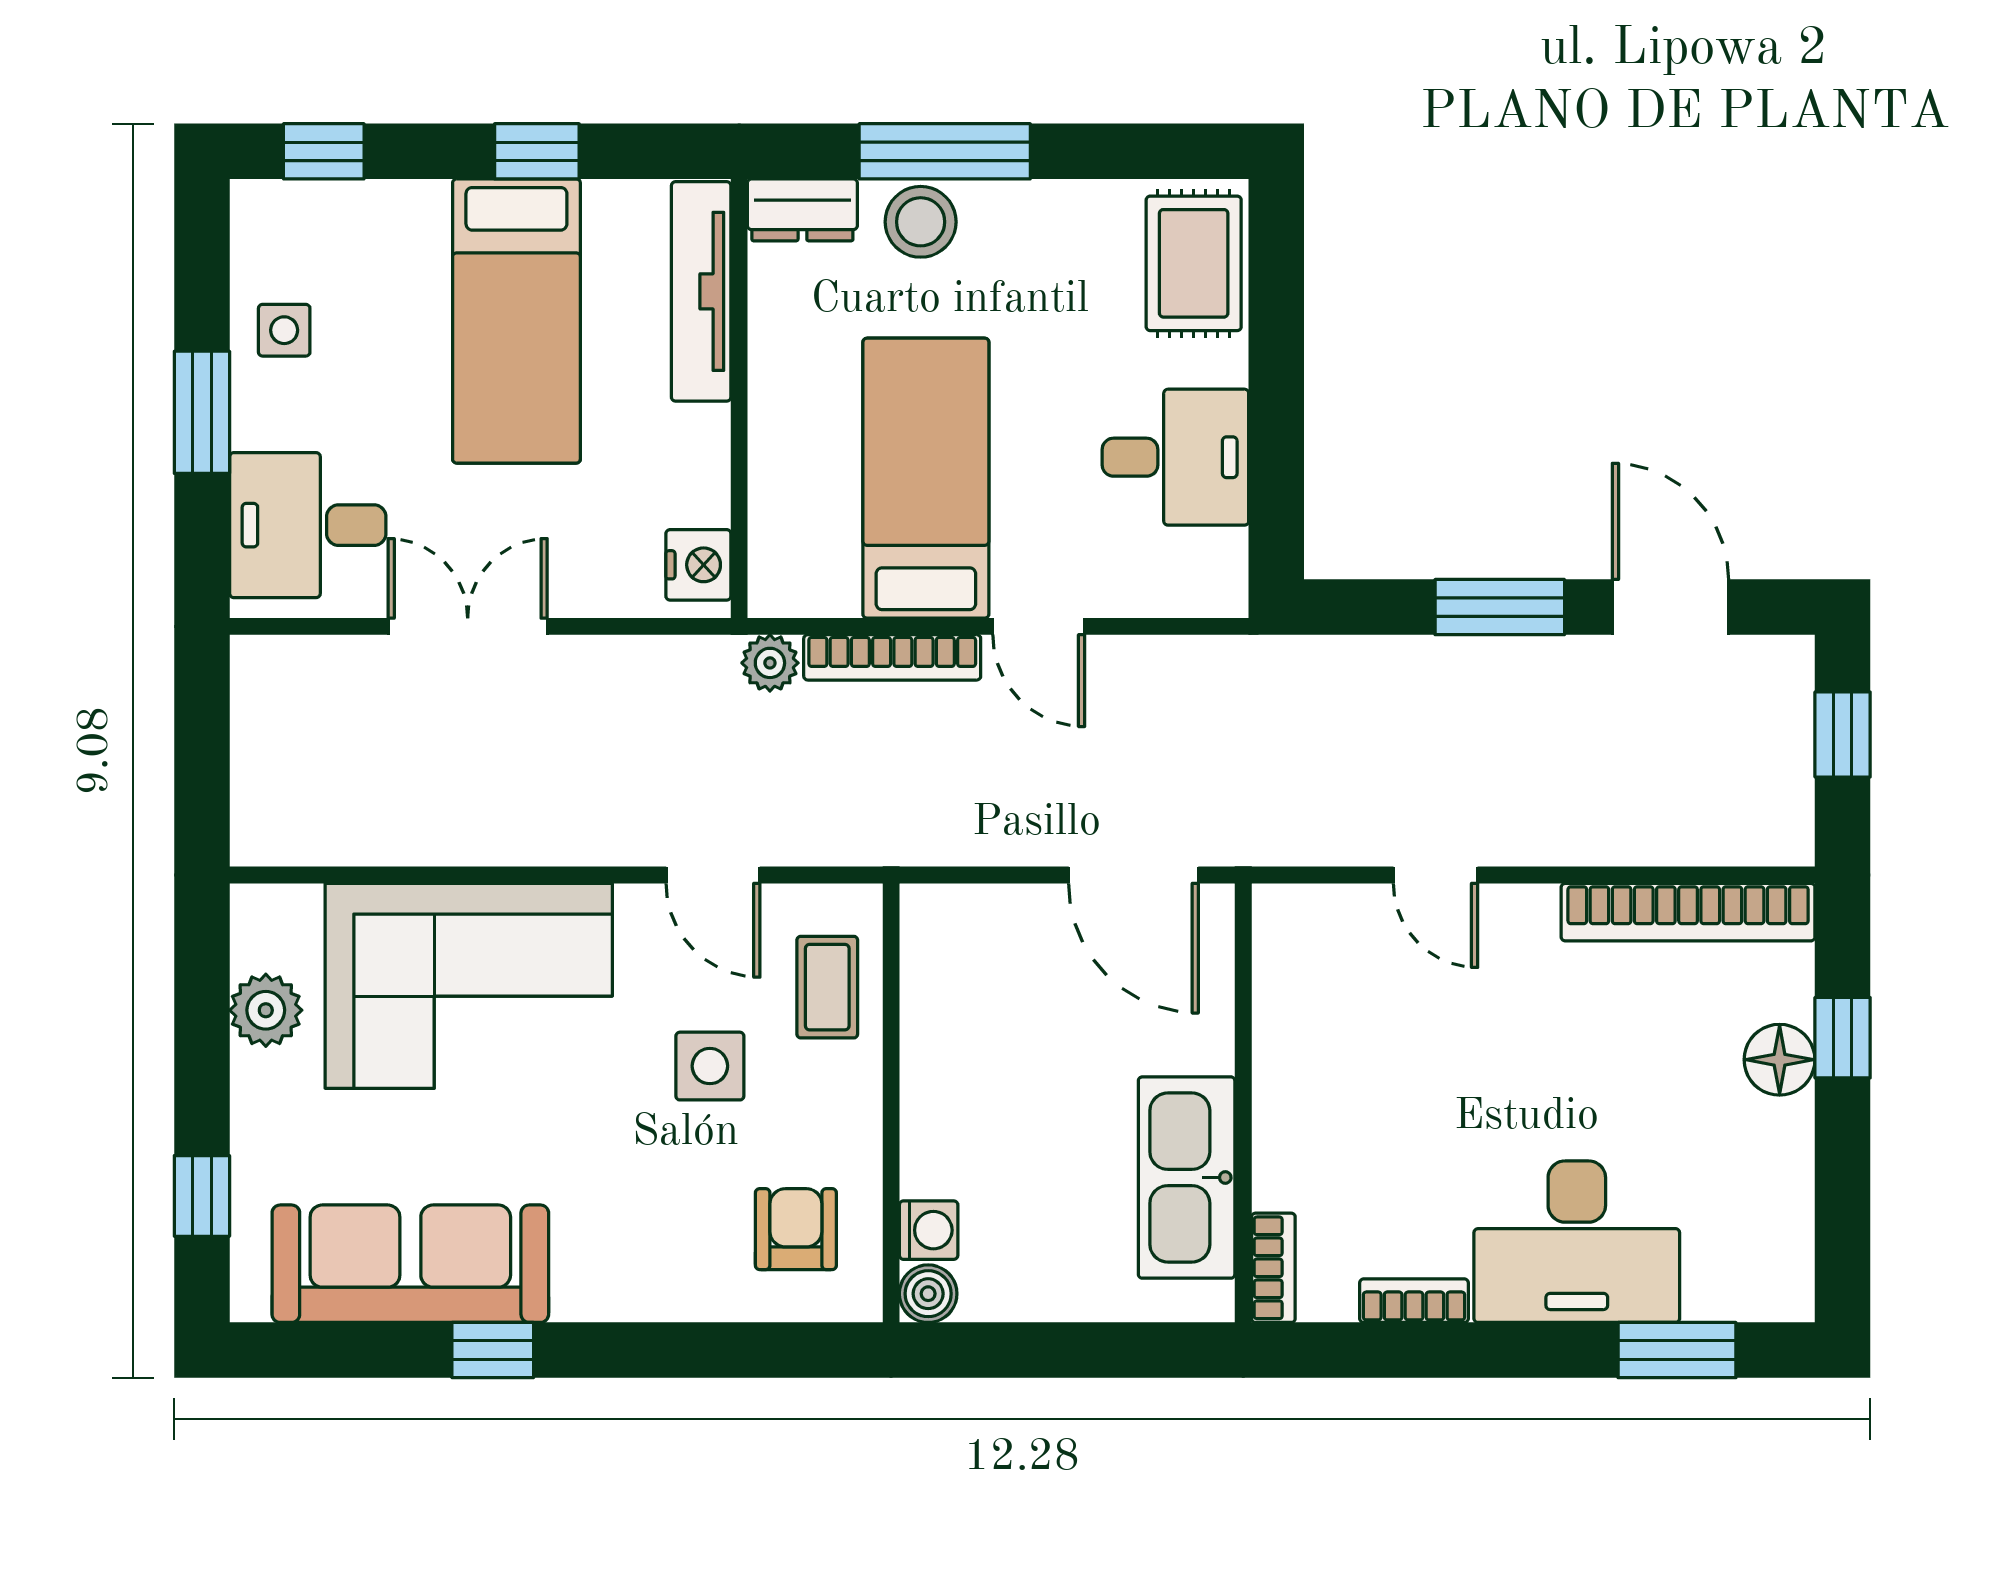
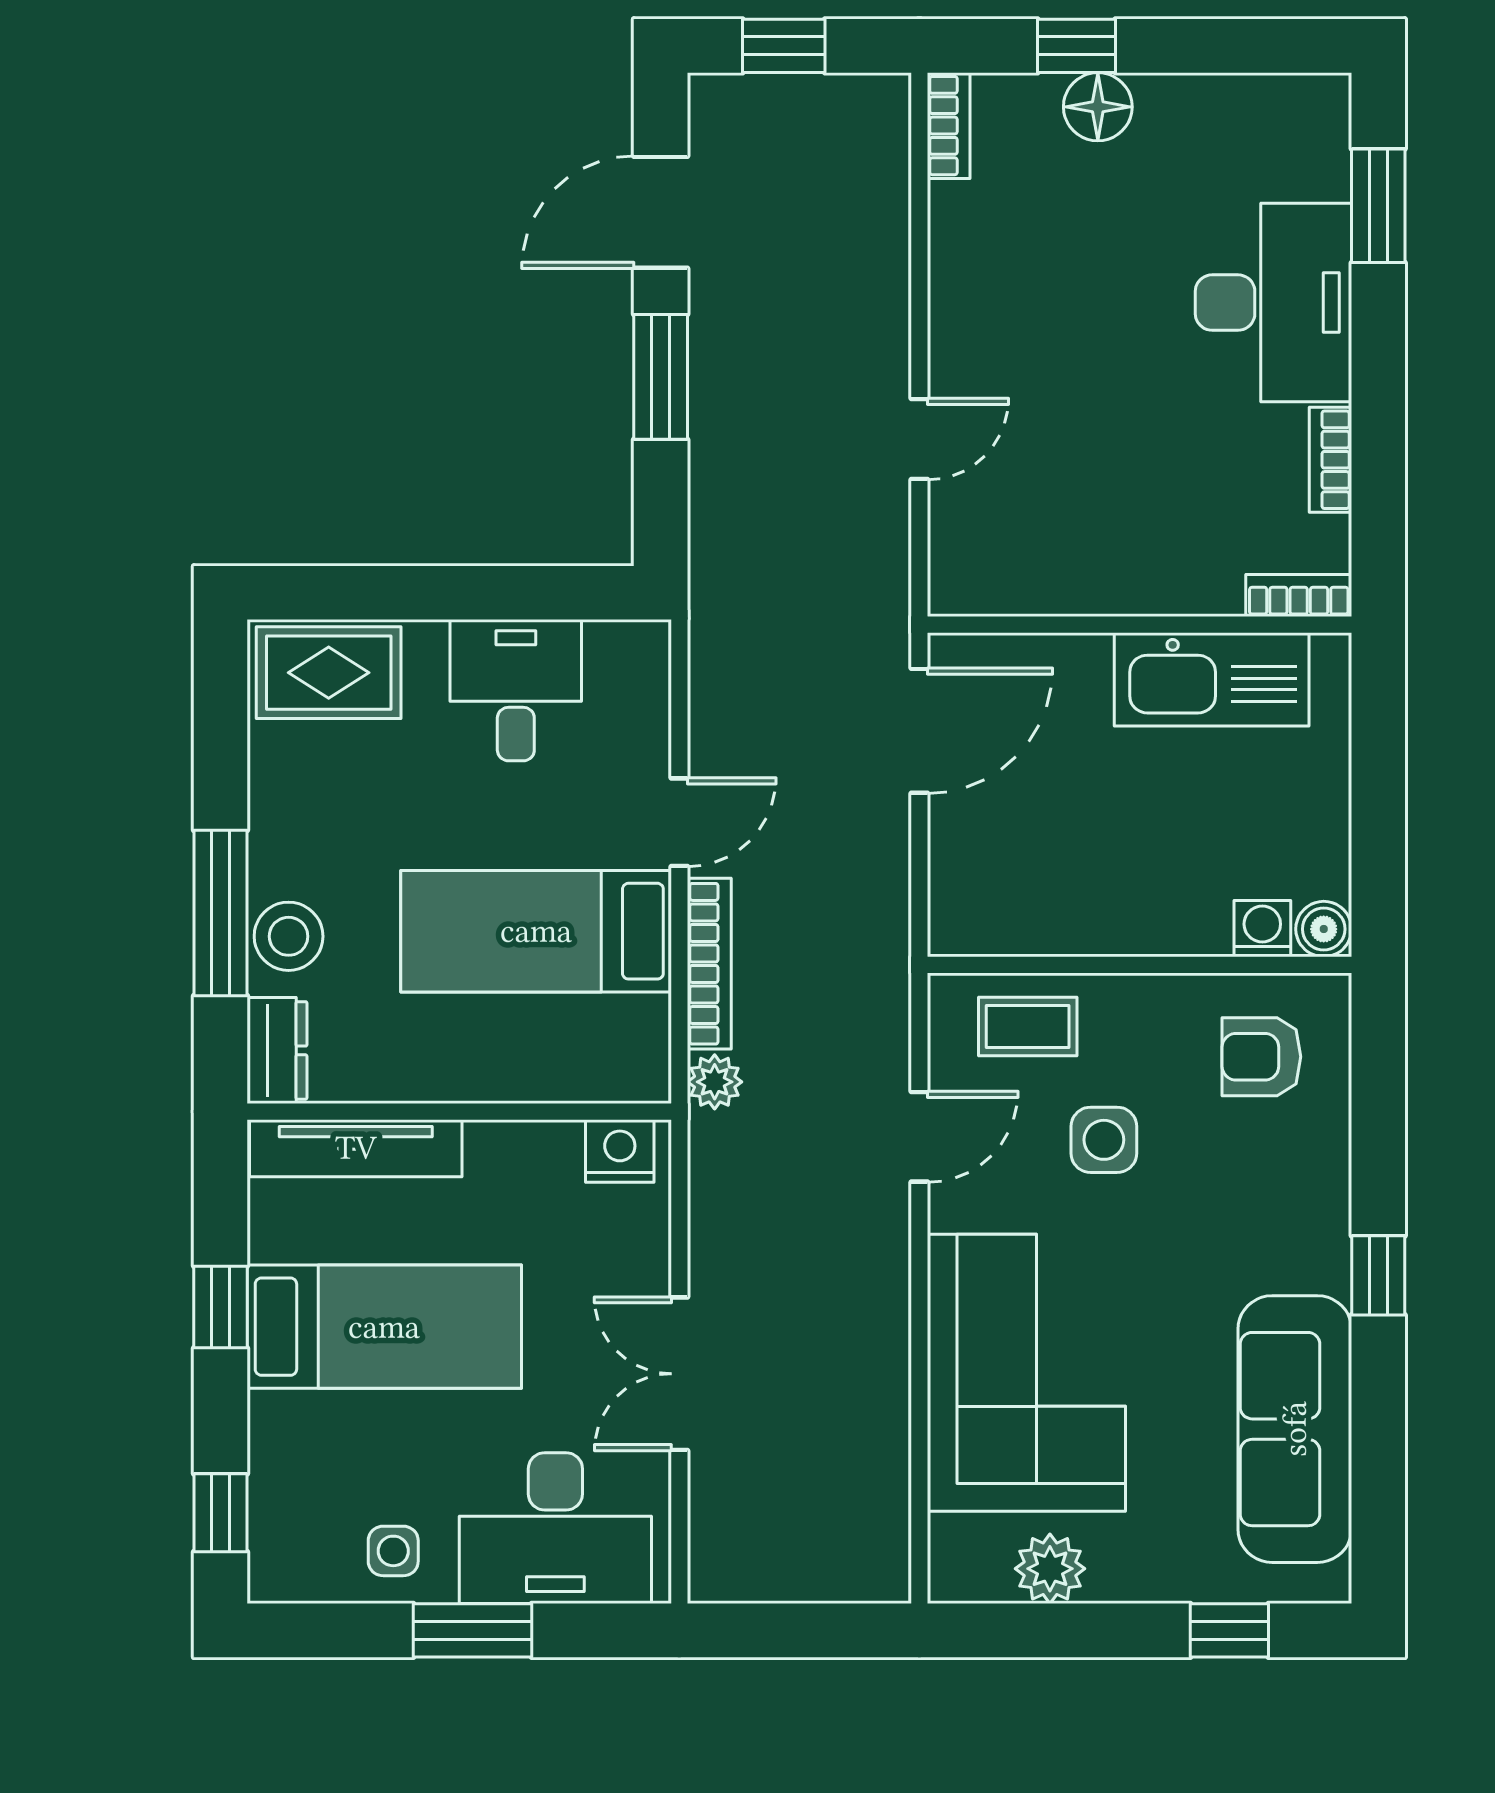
desk: (308, 525) -> (555, 1528), width x1.37
bookcase: (1688, 912) -> (949, 126), width x0.43, depth x0.76
window: (493, 1350) -> (1378, 1275), moved

